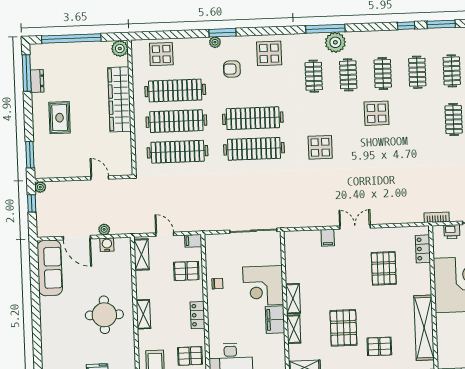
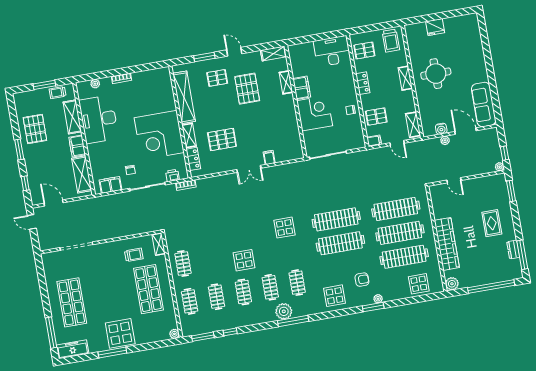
pallet: (384, 268) -> (222, 140), turned 90
shelving: (293, 299) -> (189, 136), moved

